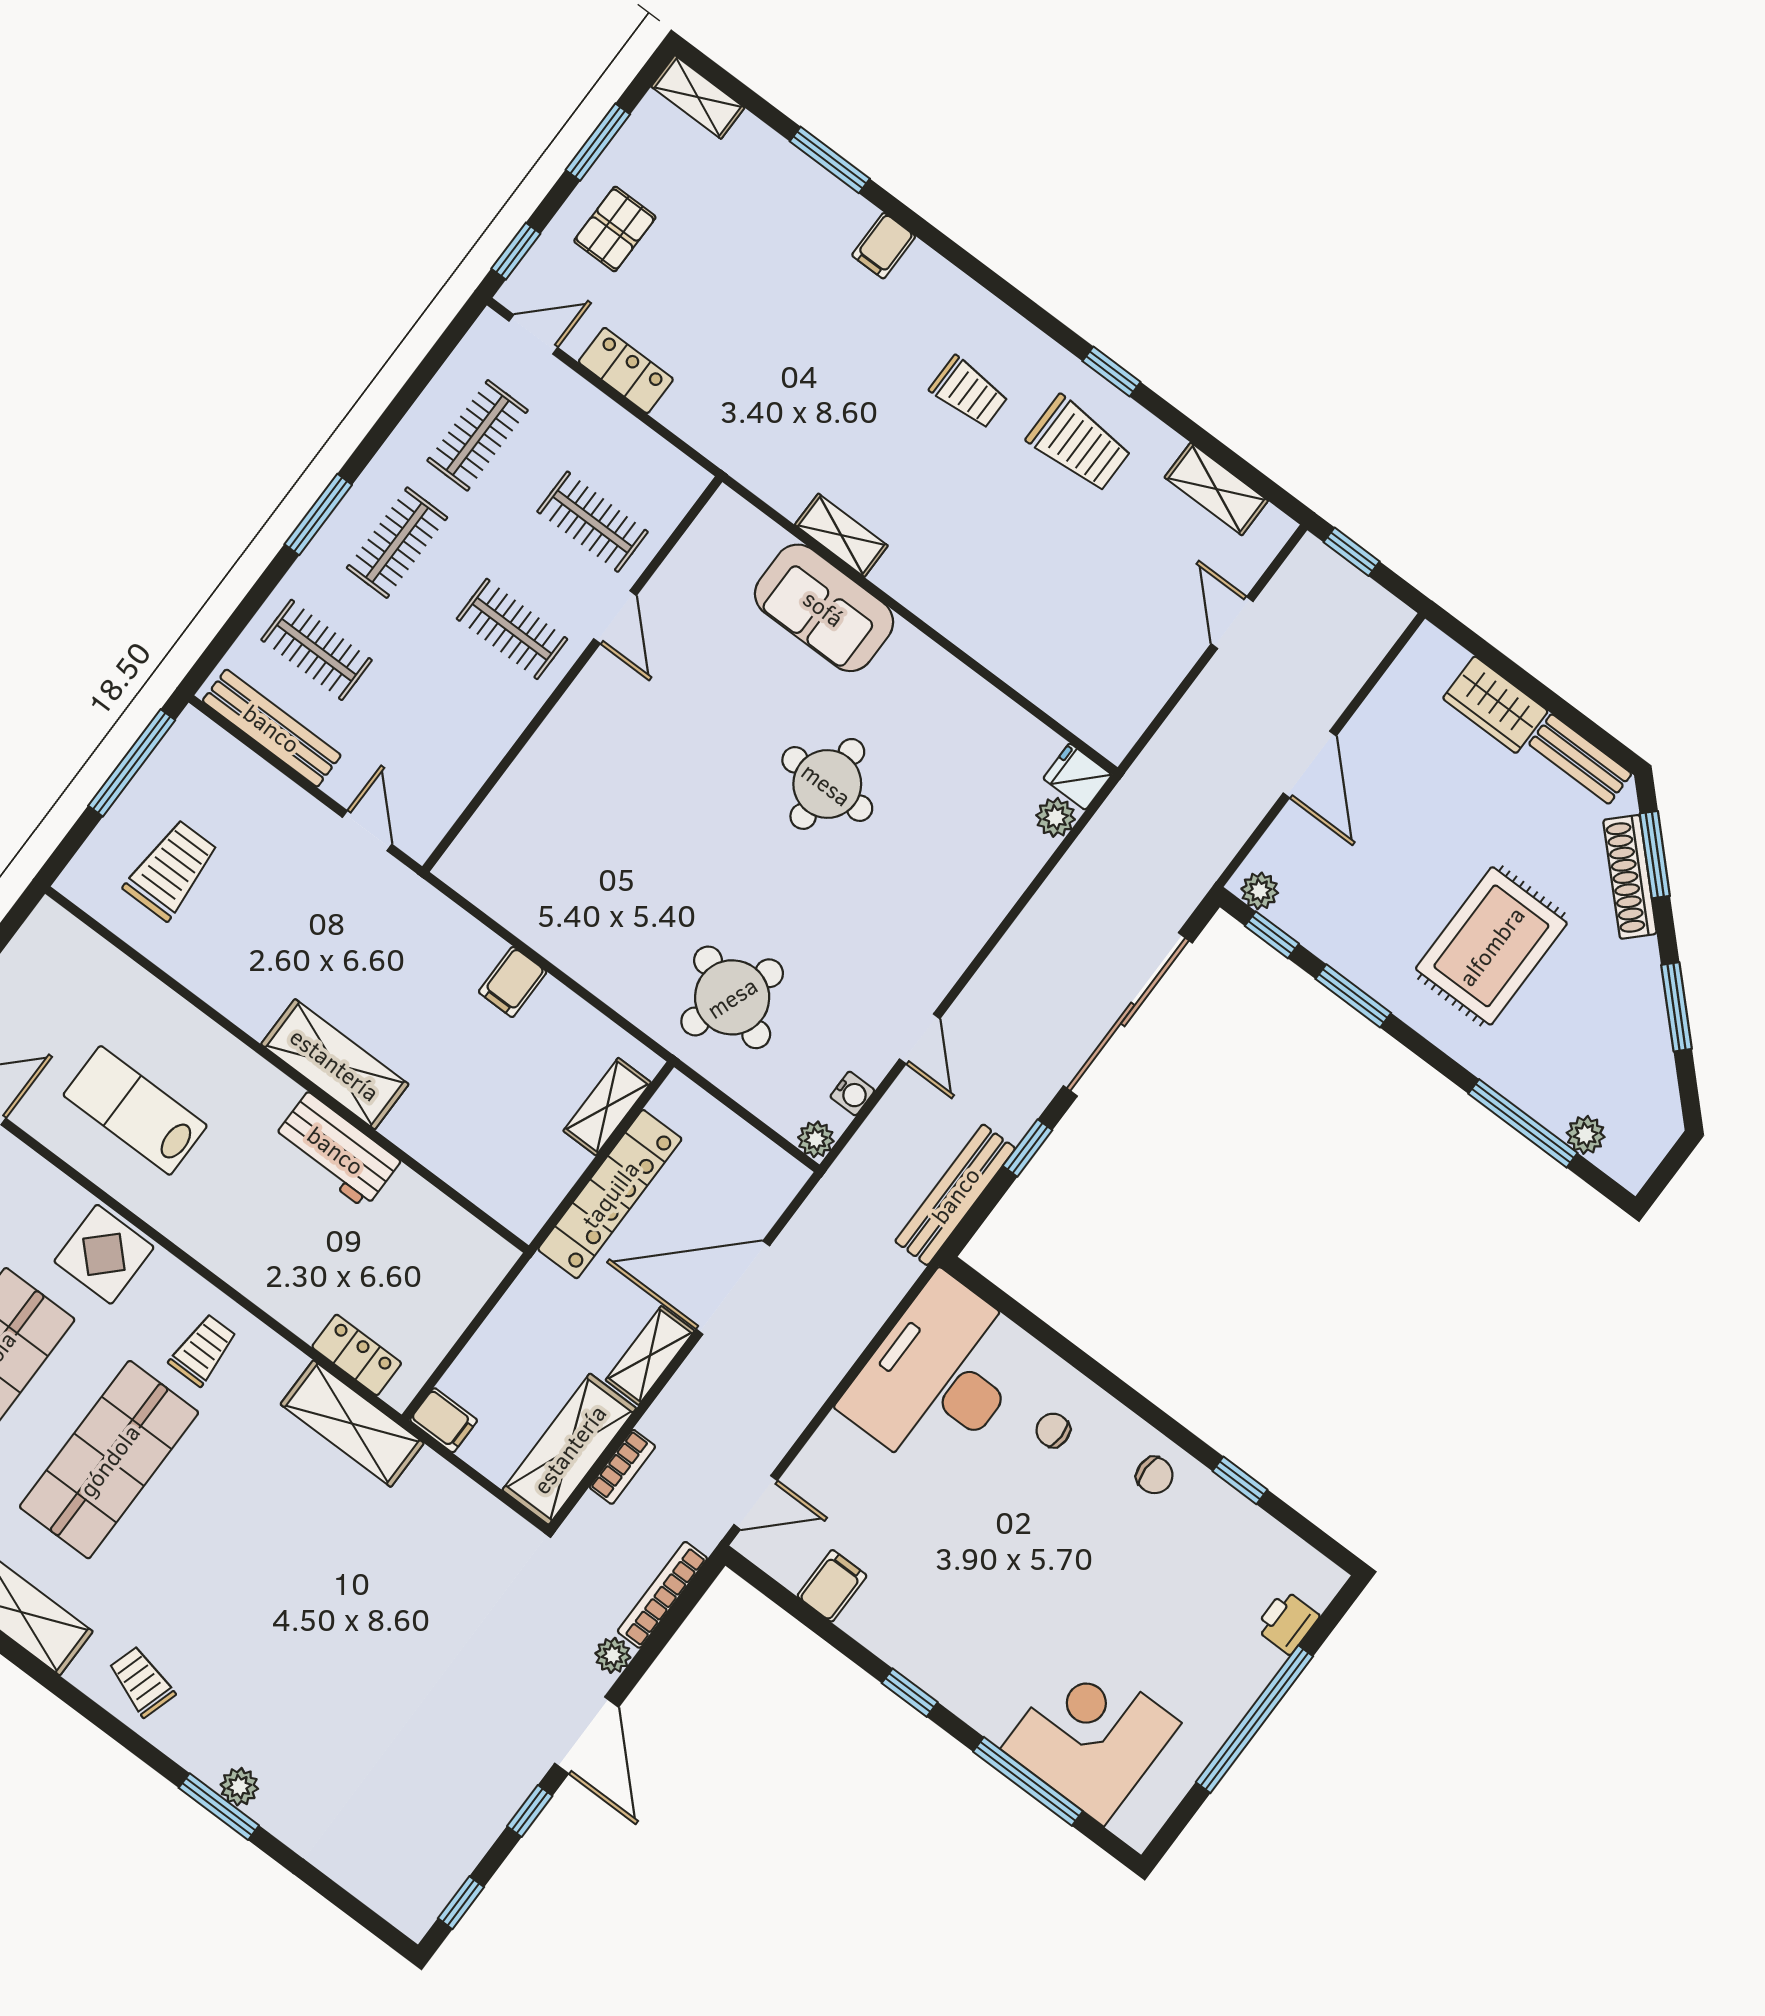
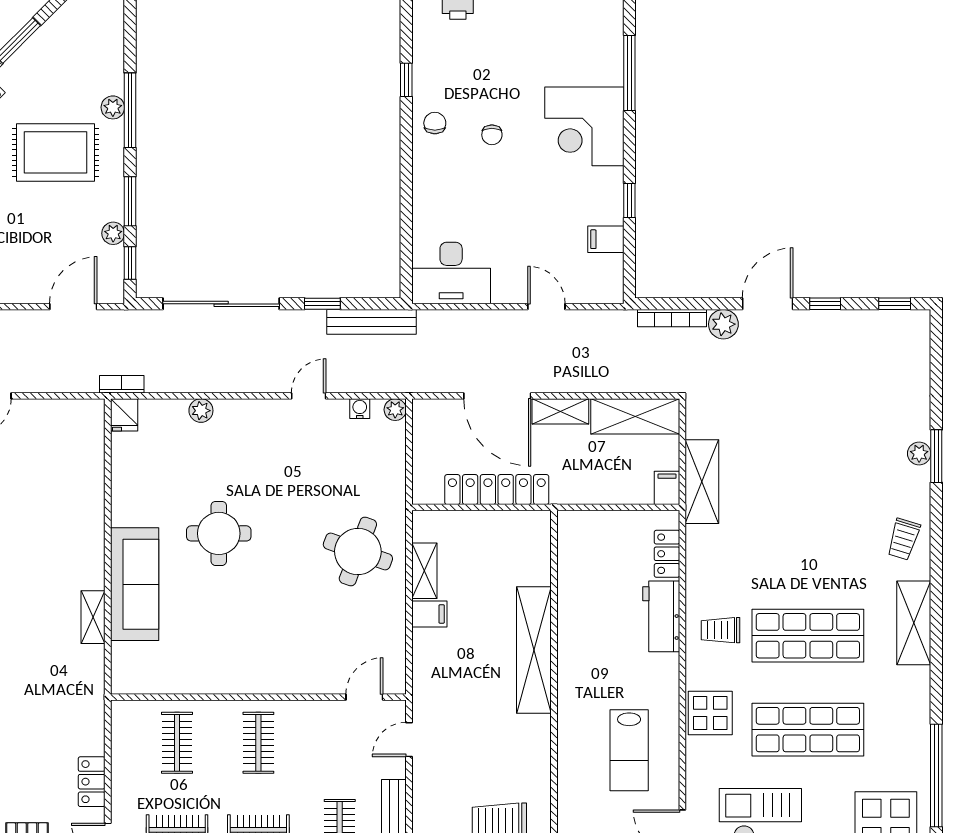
sofa: (824, 608) -> (135, 584), width x1.36
door: (615, 617) -> (364, 697), moved
door: (1310, 765) -> (73, 307), moved
plant: (1056, 817) -> (201, 411), moved
plant: (1260, 891) -> (113, 233), moved
round table: (732, 997) -> (358, 552), moved
shelving: (335, 1064) -> (534, 650), width x1.47
shelving: (607, 1107) -> (424, 571), moved, turned 90
window: (1523, 1123) -> (130, 110), moved
plant: (1586, 1135) -> (113, 107), moved
workbench: (336, 1150) -> (661, 616), moved, turned 180
desk: (939, 1376) -> (451, 273), width x0.73, depth x0.77
shelving: (352, 1424) -> (702, 482), moved
chair: (1053, 1430) -> (492, 135), moved
bookcase: (622, 1467) -> (122, 384), moved
door: (756, 1503) -> (546, 307), moved
plant: (613, 1655) -> (723, 324), width x1.38, depth x1.38
window: (910, 1693) -> (629, 201), moved
corner desk: (1091, 1736) -> (584, 126), moved

